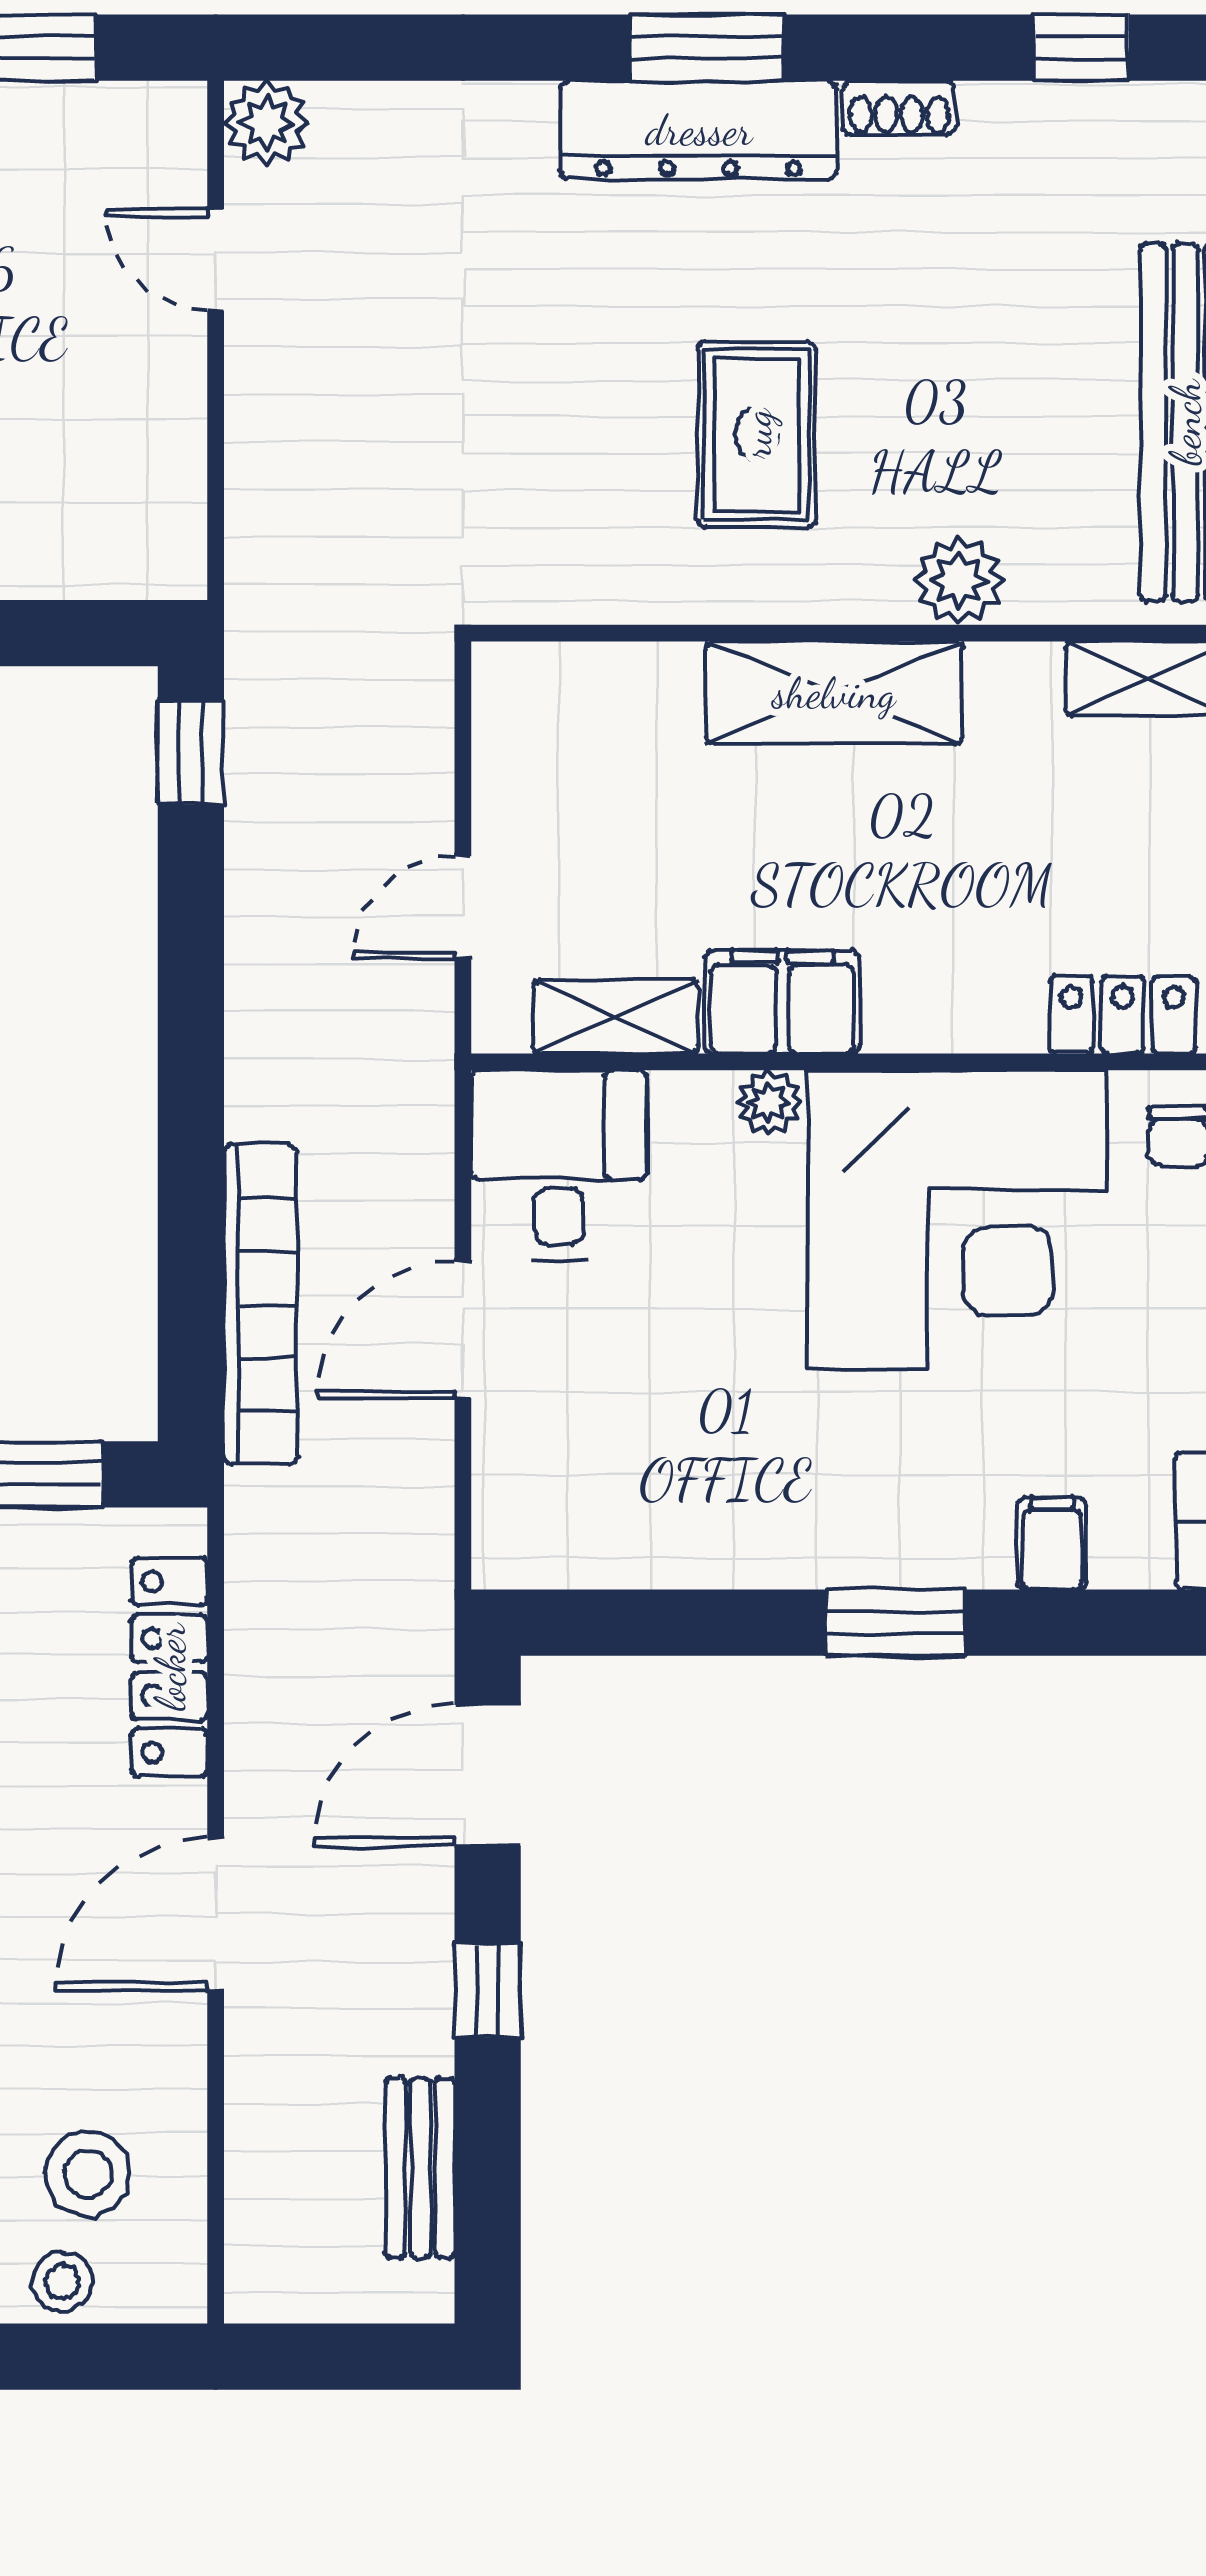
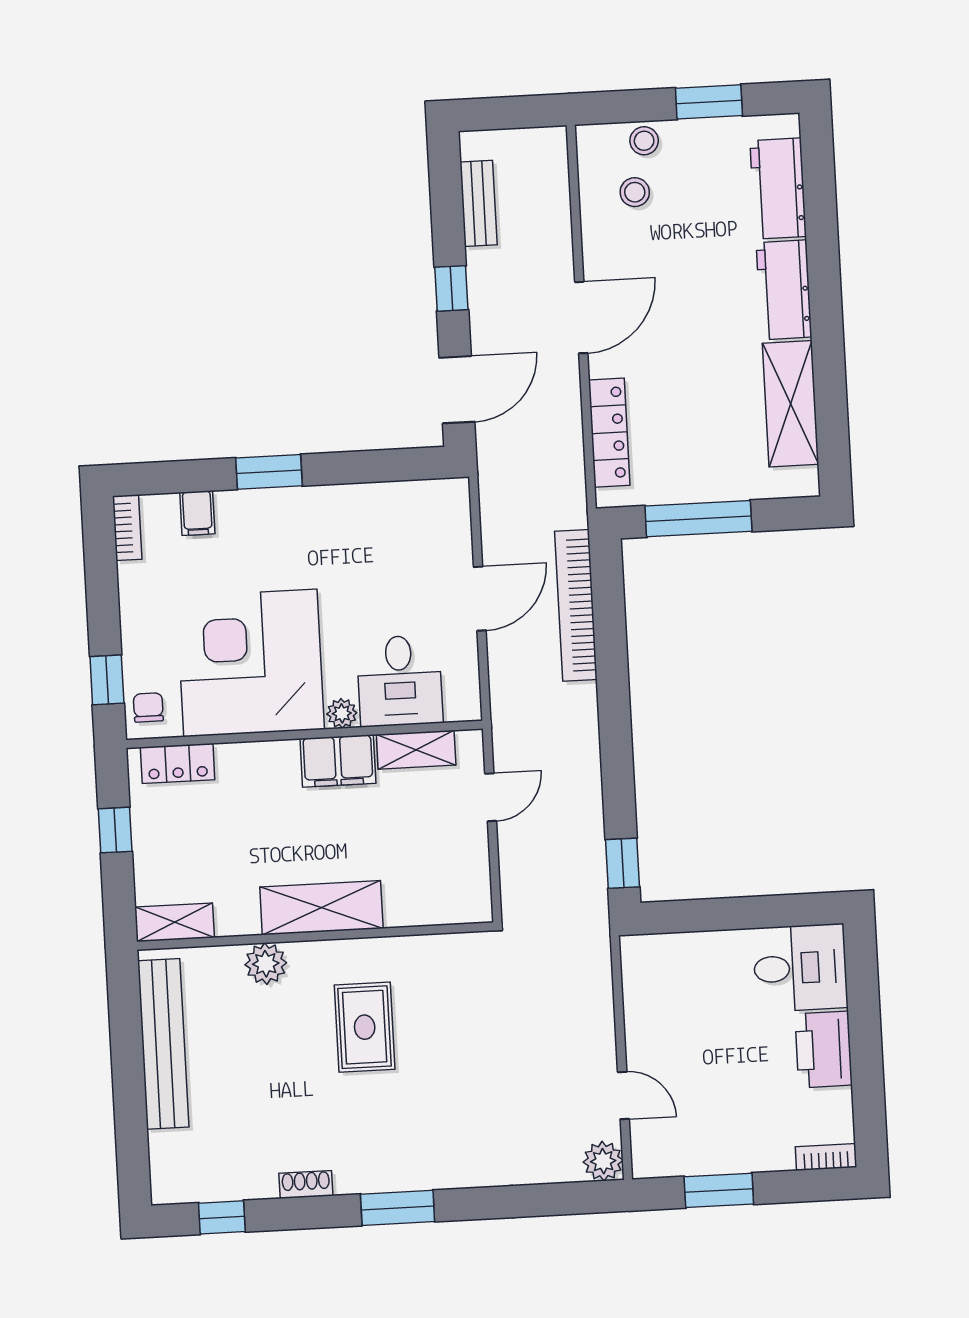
dresser: (699, 130) -> (400, 1169), removed
desk: (559, 1165) -> (400, 681), moved
stool: (88, 2174) -> (635, 192), width x0.73, depth x0.73

